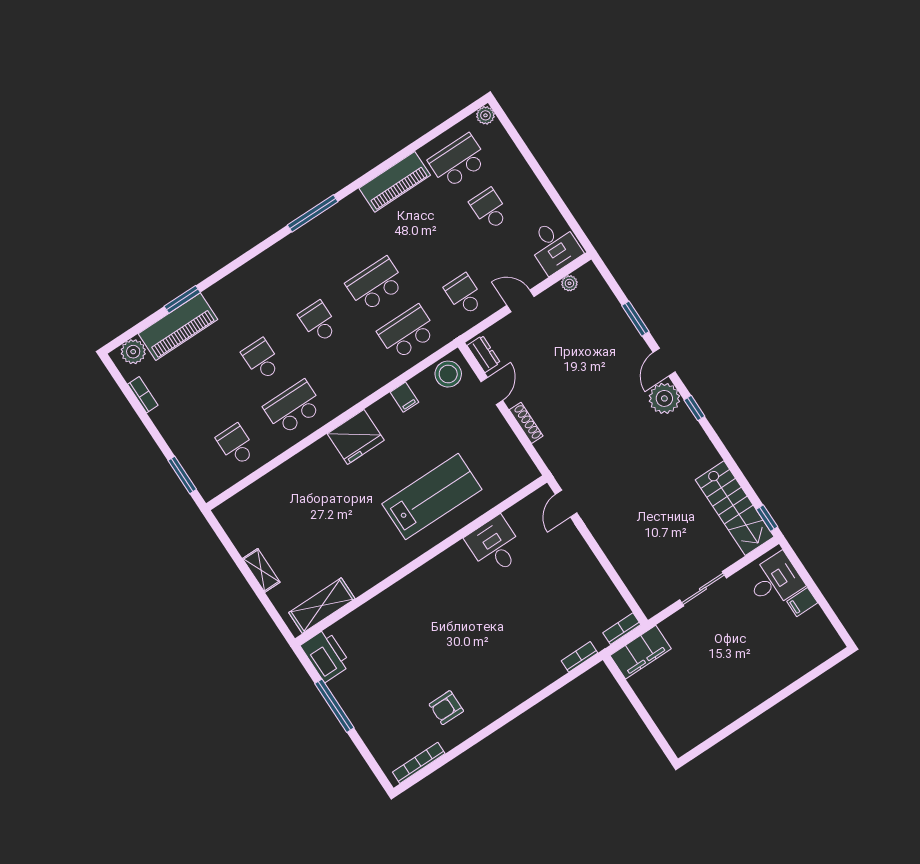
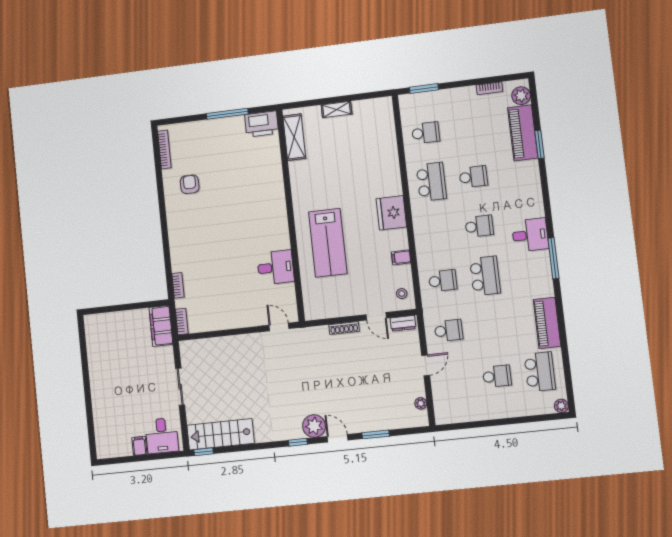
desk: (554, 246) -> (530, 235), moved, turned 180
school desk: (407, 332) -> (443, 281), width x0.54
stool: (448, 374) -> (402, 294), width x0.53, depth x0.53

